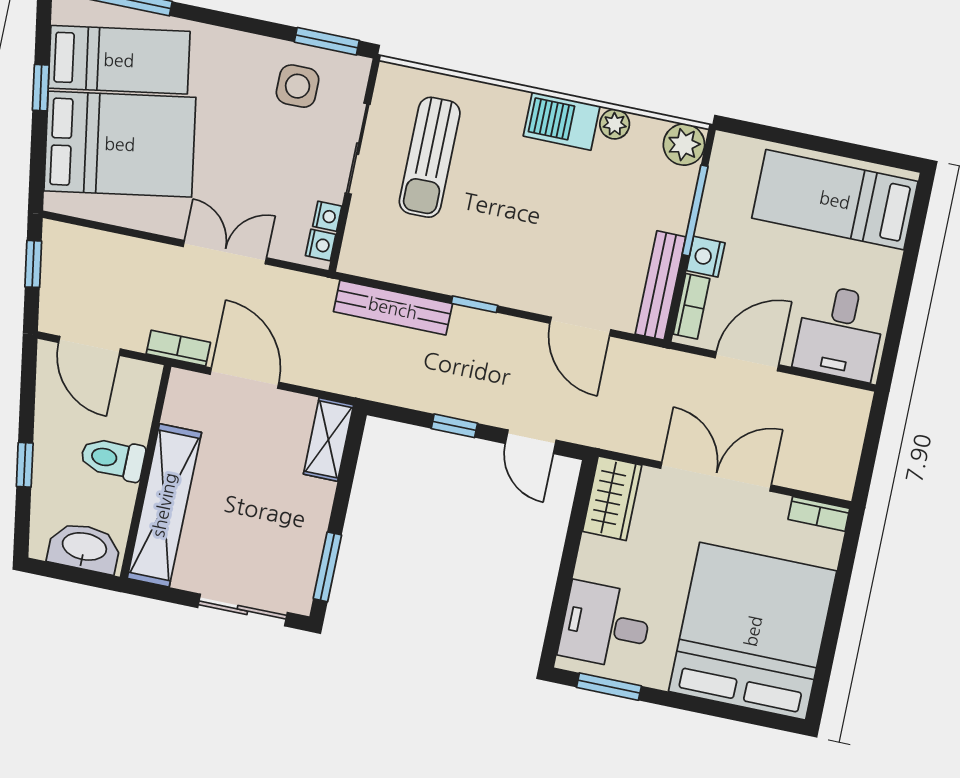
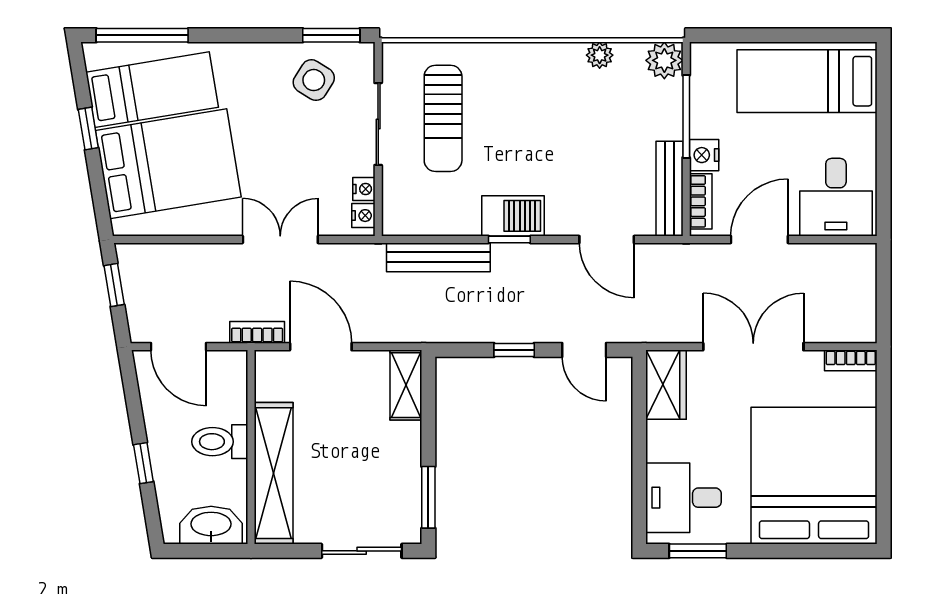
side table: (298, 86) -> (314, 80), turned 32
barbecue: (562, 121) -> (513, 216), moved, turned 180

